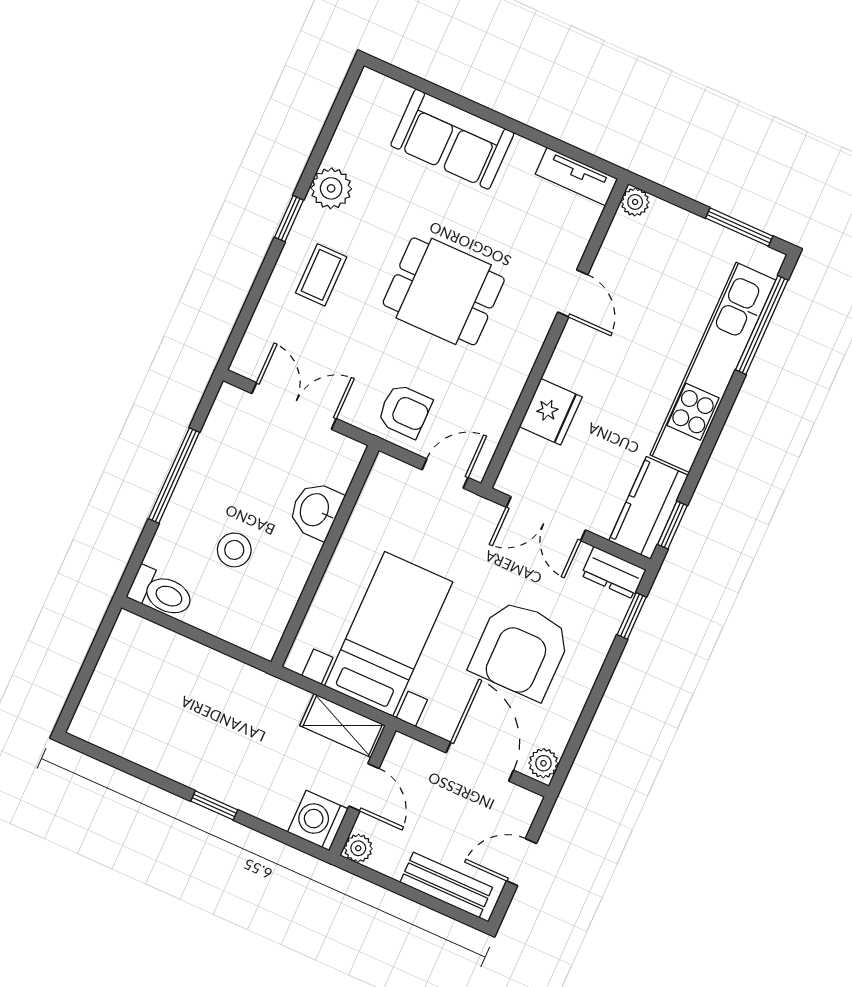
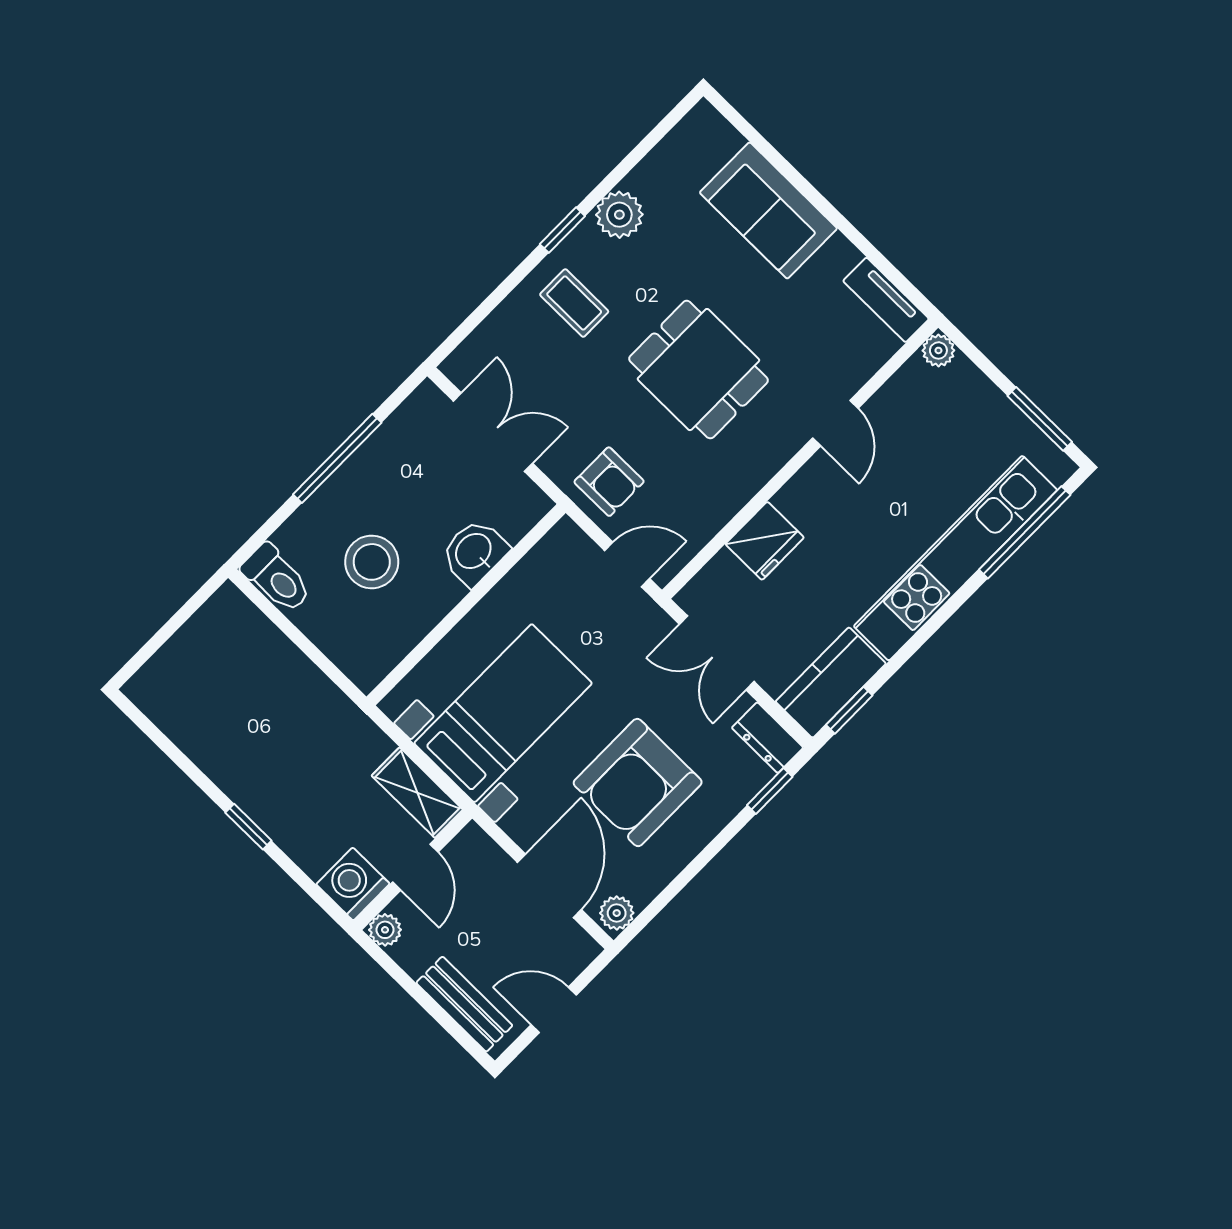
coffee table: (321, 275) -> (574, 303), turned 90
stool: (234, 550) -> (372, 562), width x1.38, depth x1.38

